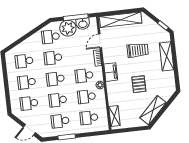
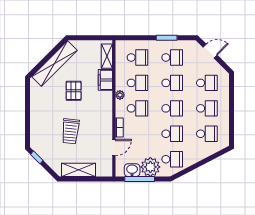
shelving: (121, 20) -> (78, 170), width x0.68
trolley: (138, 50) -> (70, 131), turned -84
shelving: (167, 56) -> (37, 120), removed
filing cabinet: (111, 72) -> (105, 80), moved
shelving: (153, 110) -> (55, 64), width x1.47

